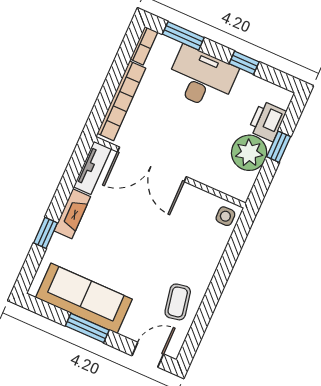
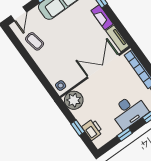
plant: (249, 153) -> (74, 100), moved

